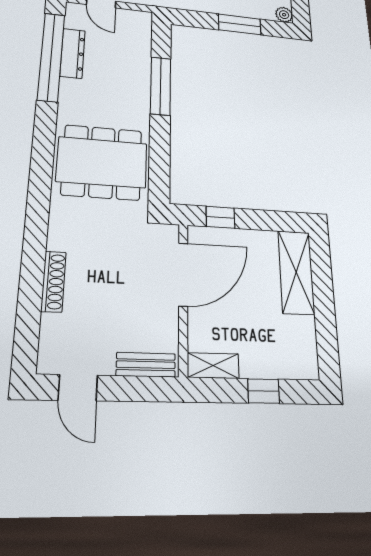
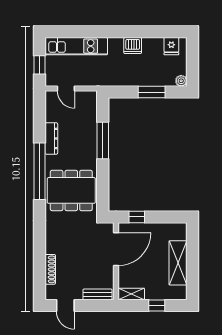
dresser: (73, 53) -> (51, 138), moved
window: (51, 57) -> (40, 171), moved
shelving: (296, 272) -> (178, 263), moved
shoe rack: (54, 281) -> (50, 269), moved

